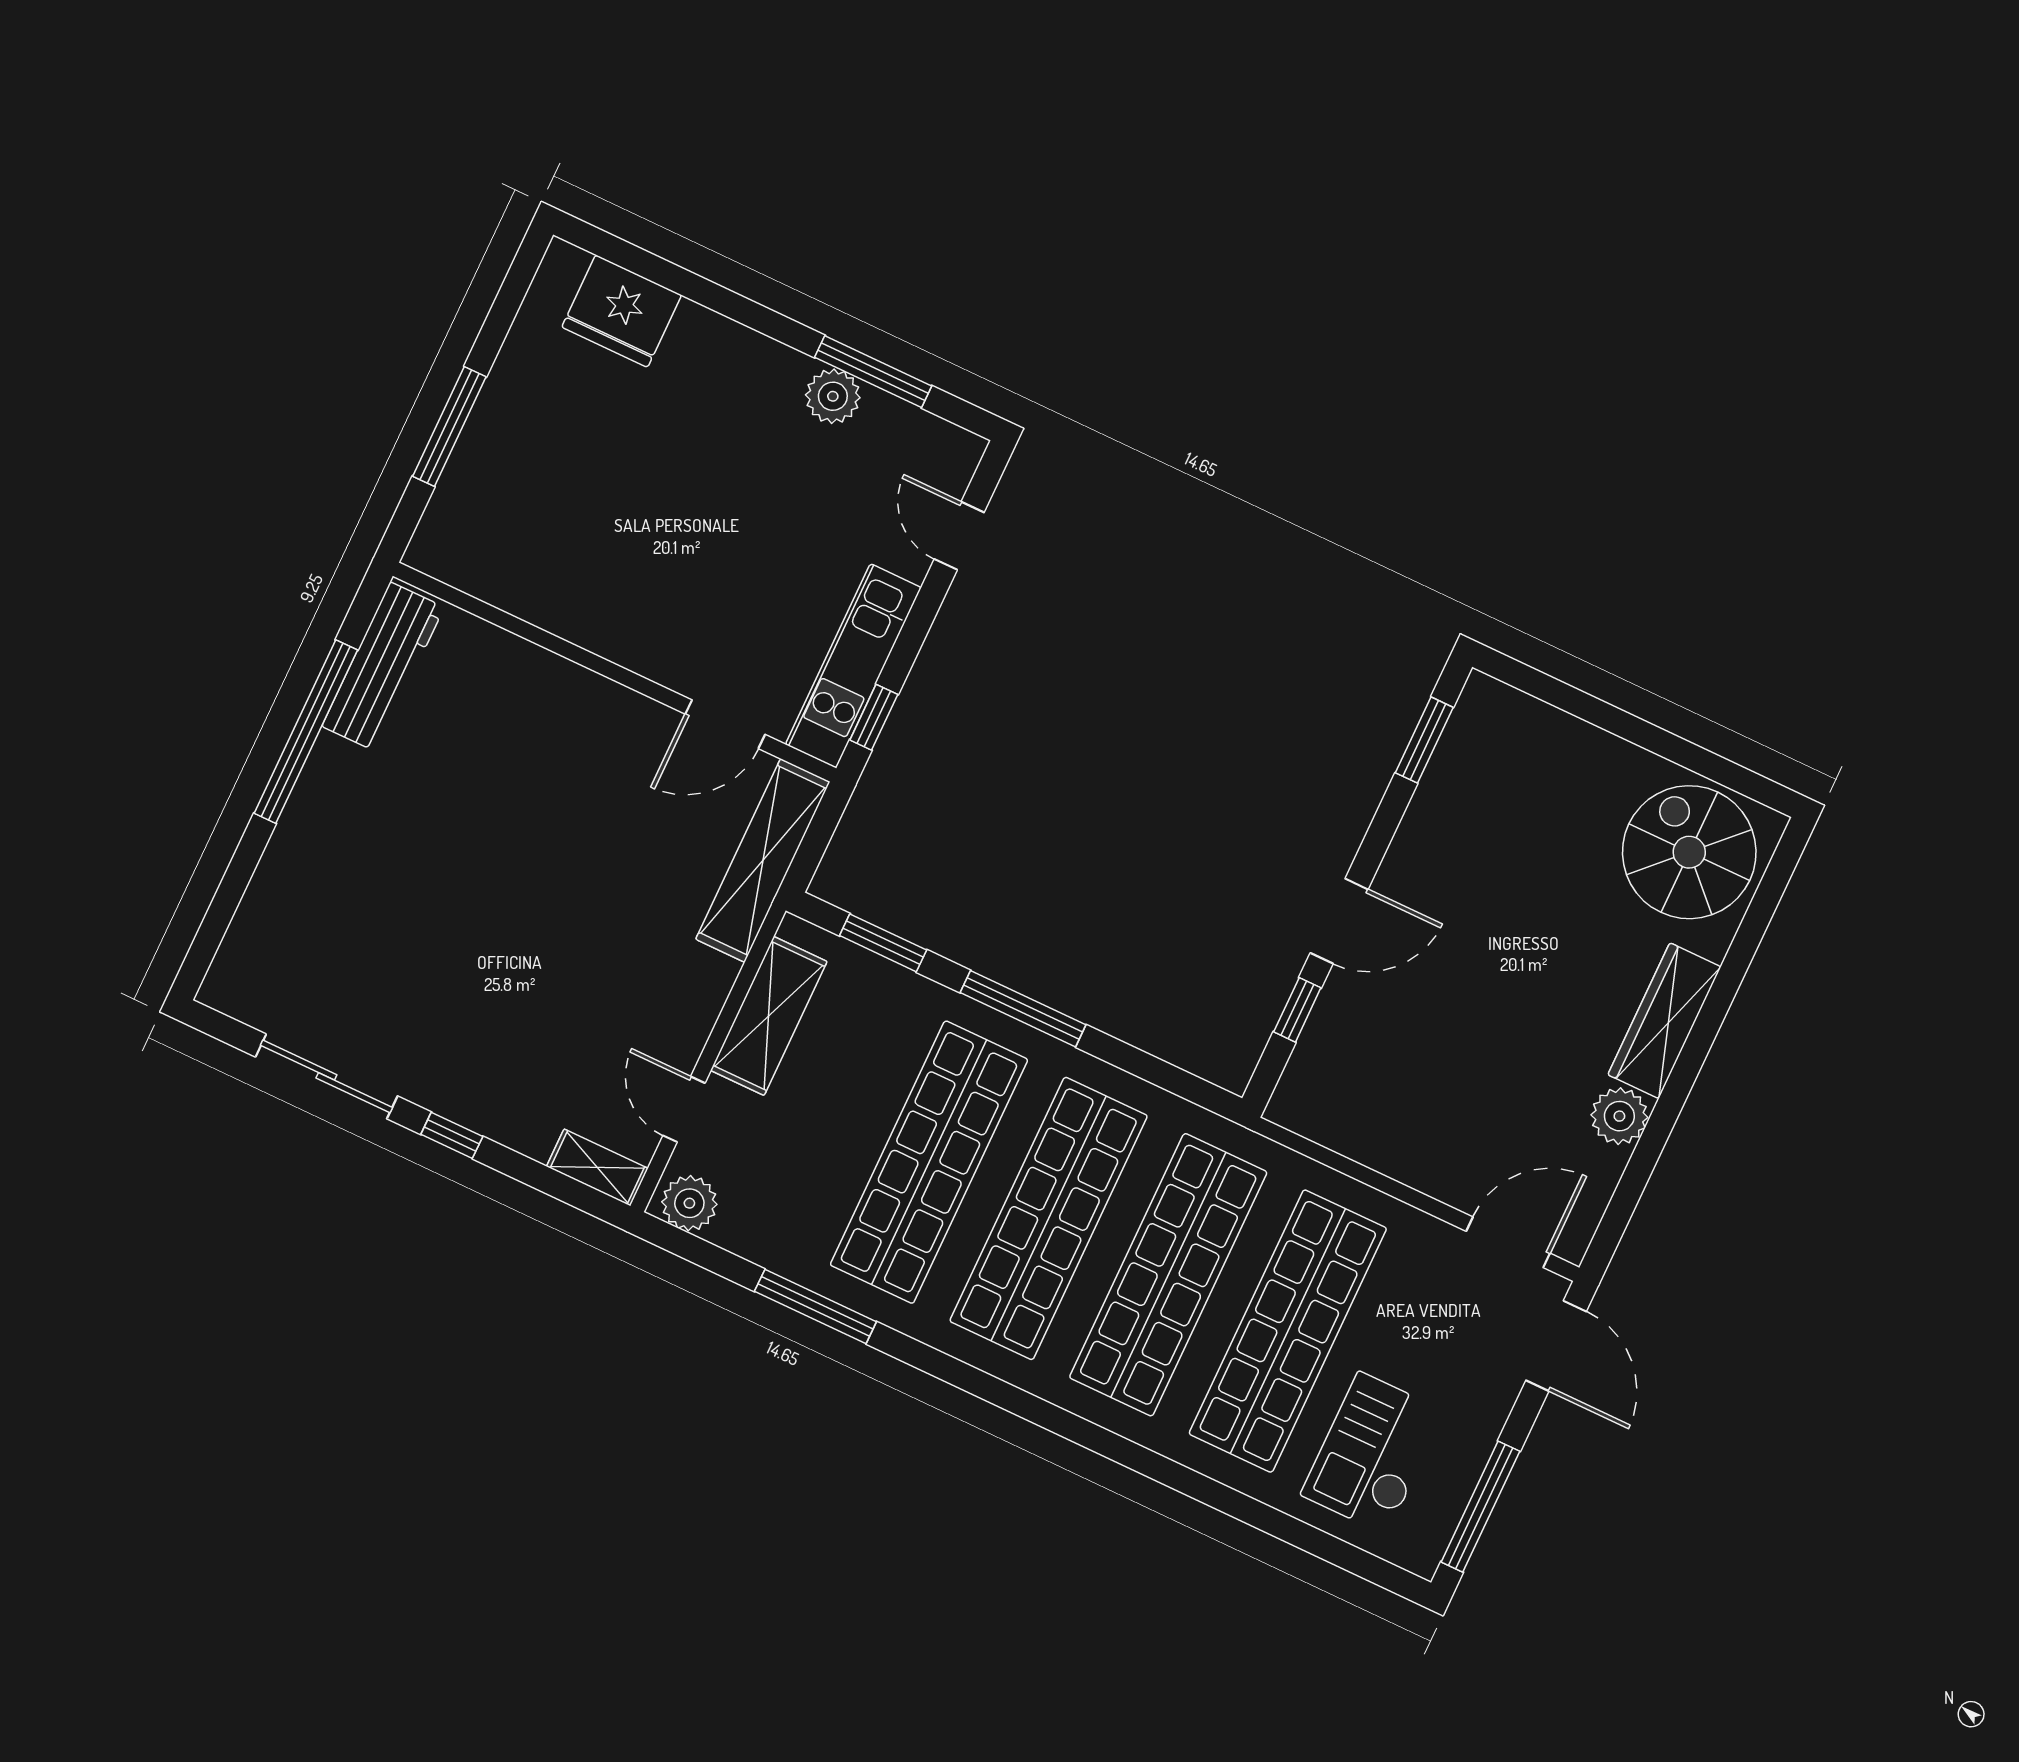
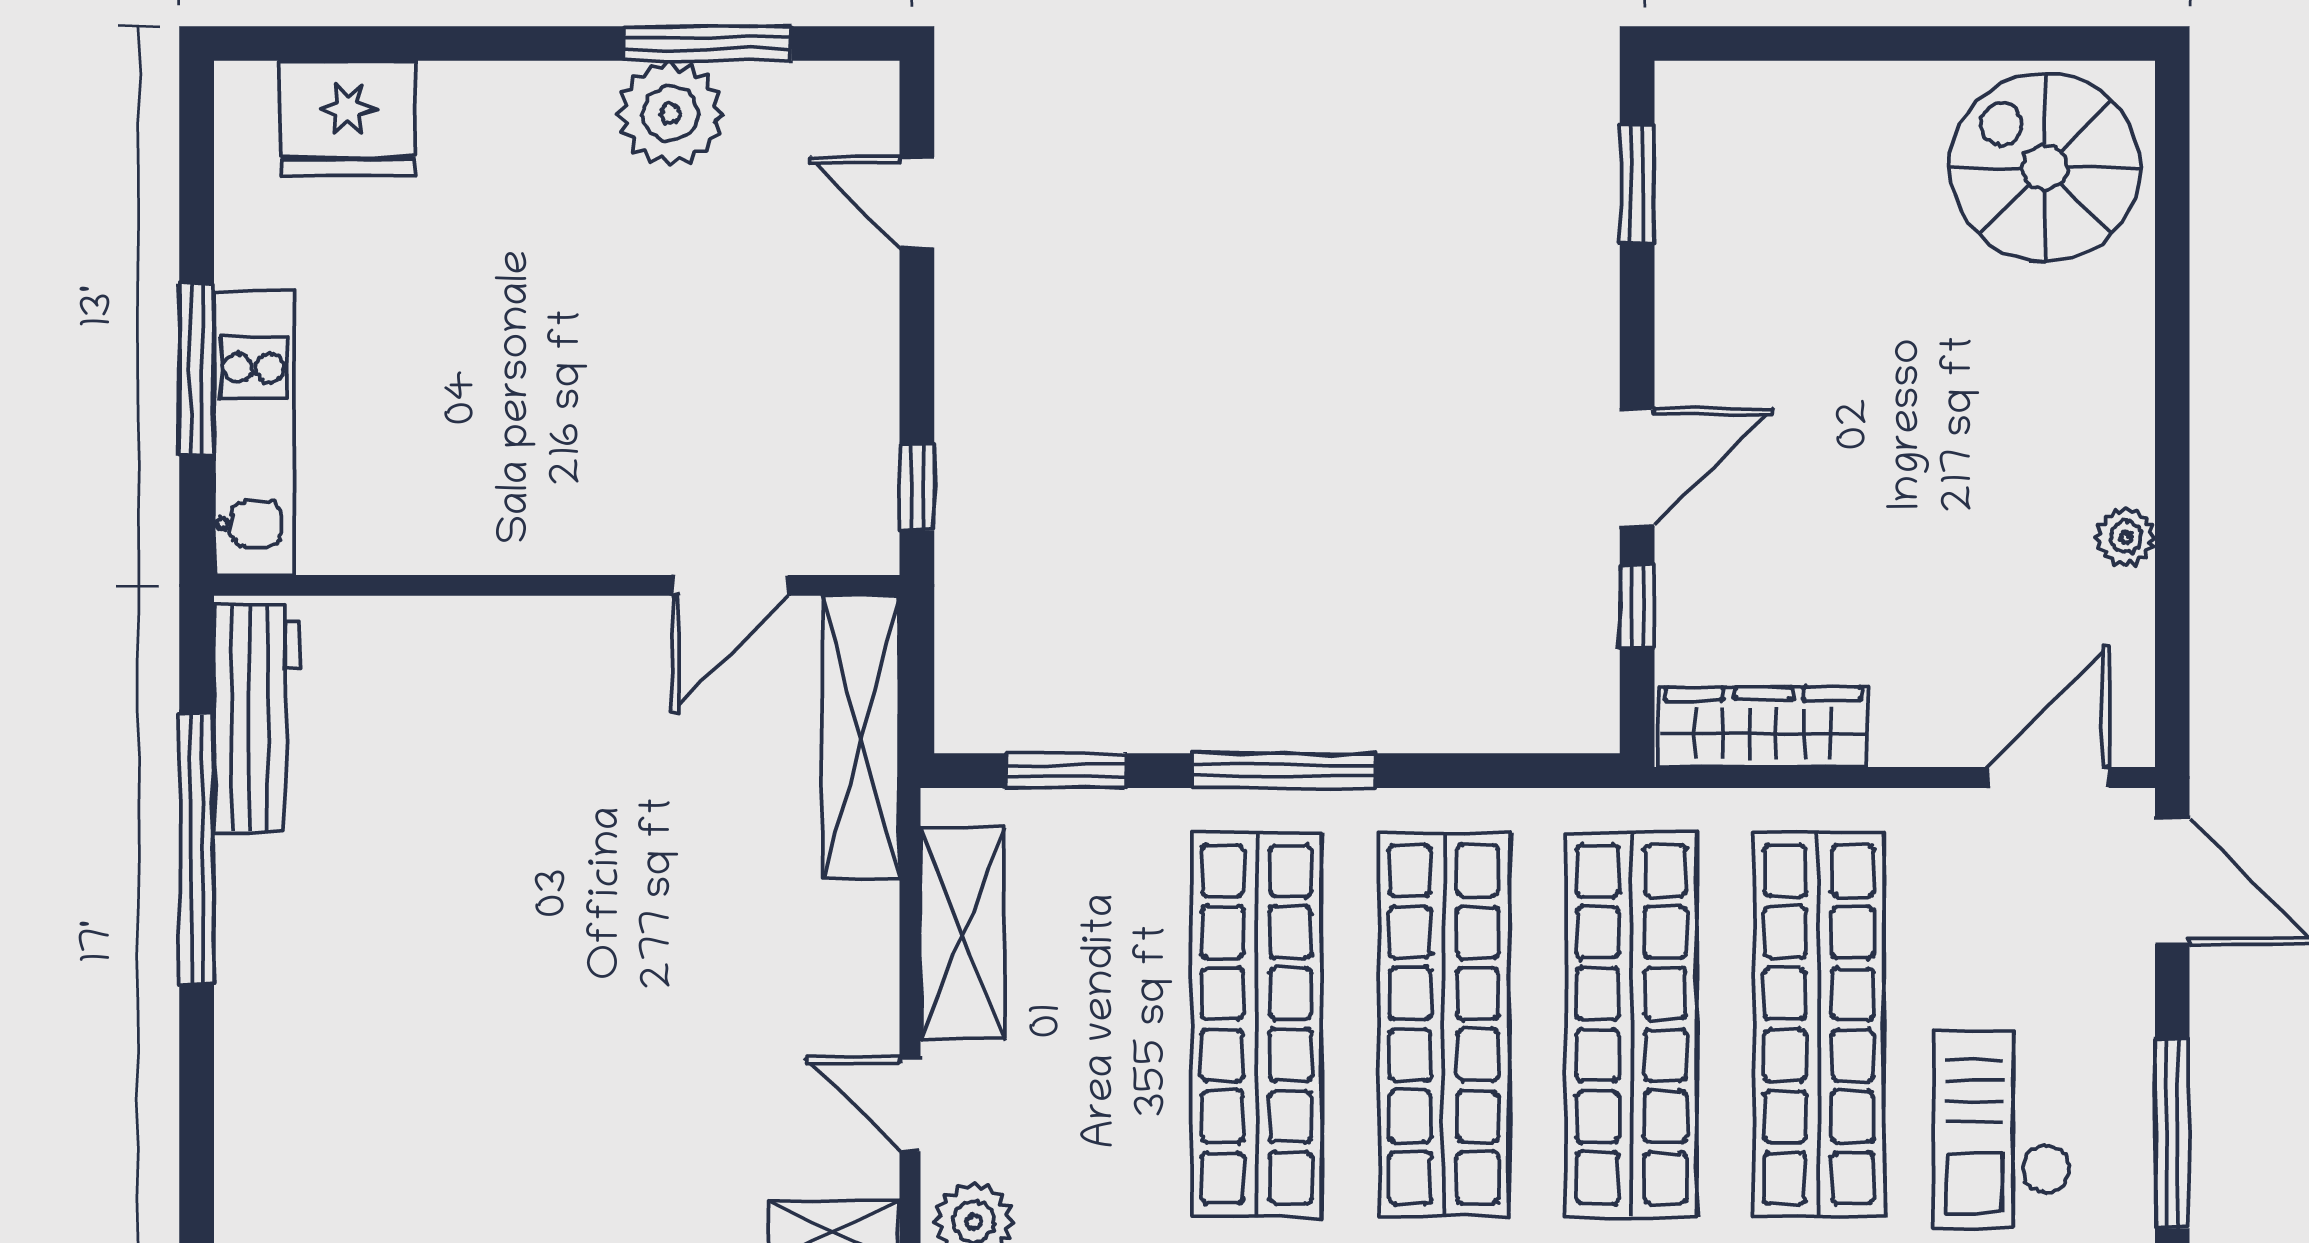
plant: (833, 396) -> (671, 114), width x1.36, depth x1.36
kitchen unit: (853, 666) -> (254, 433), moved, turned 180
wardrobe: (1664, 1021) -> (1763, 727), moved, turned 90
plant: (1619, 1116) -> (2126, 537), width x0.73, depth x0.73

